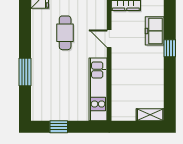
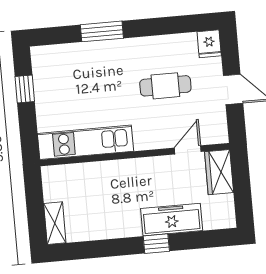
freezer: (155, 31) -> (172, 220), width x1.40
door: (109, 39) -> (188, 150), moved

